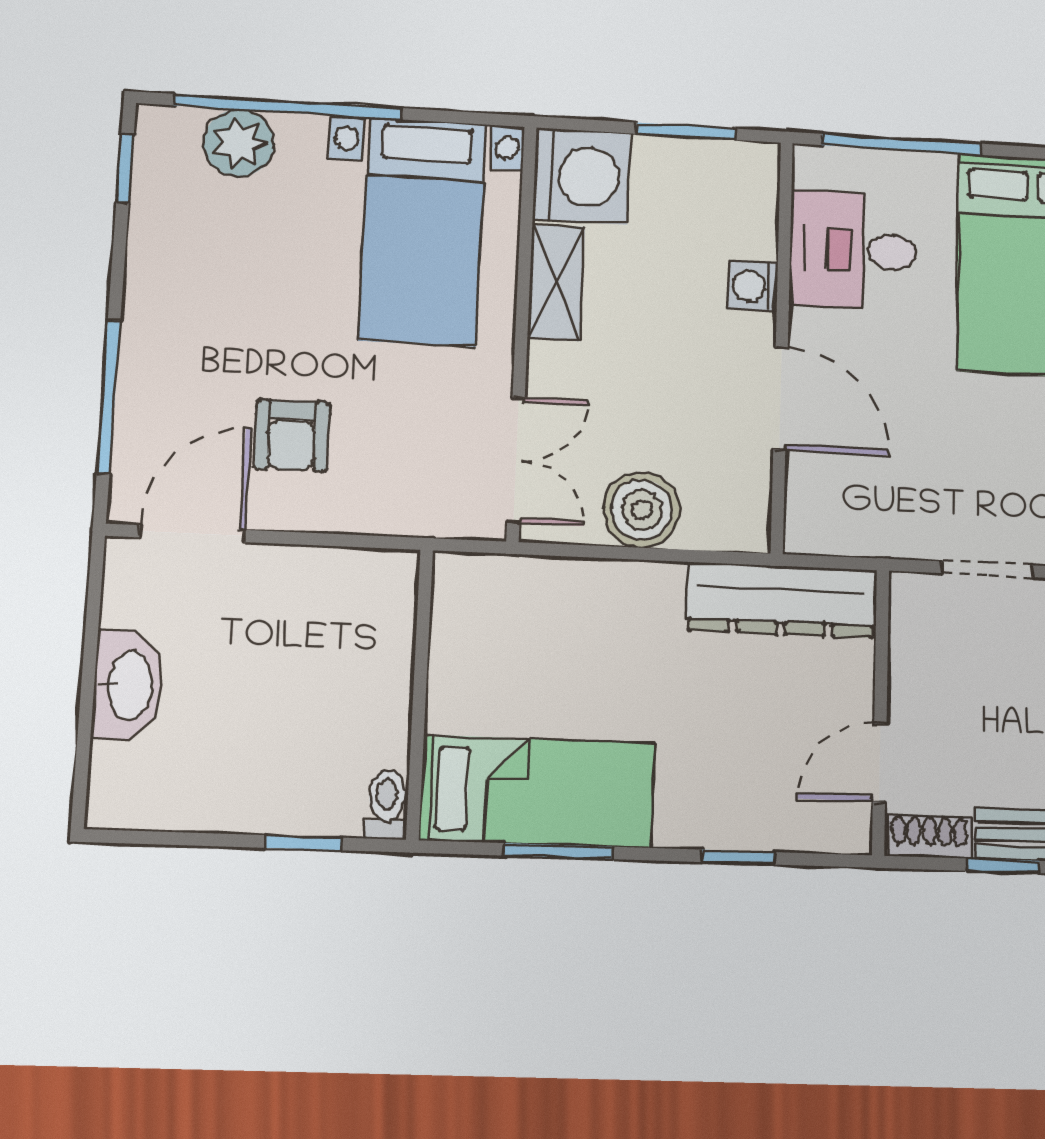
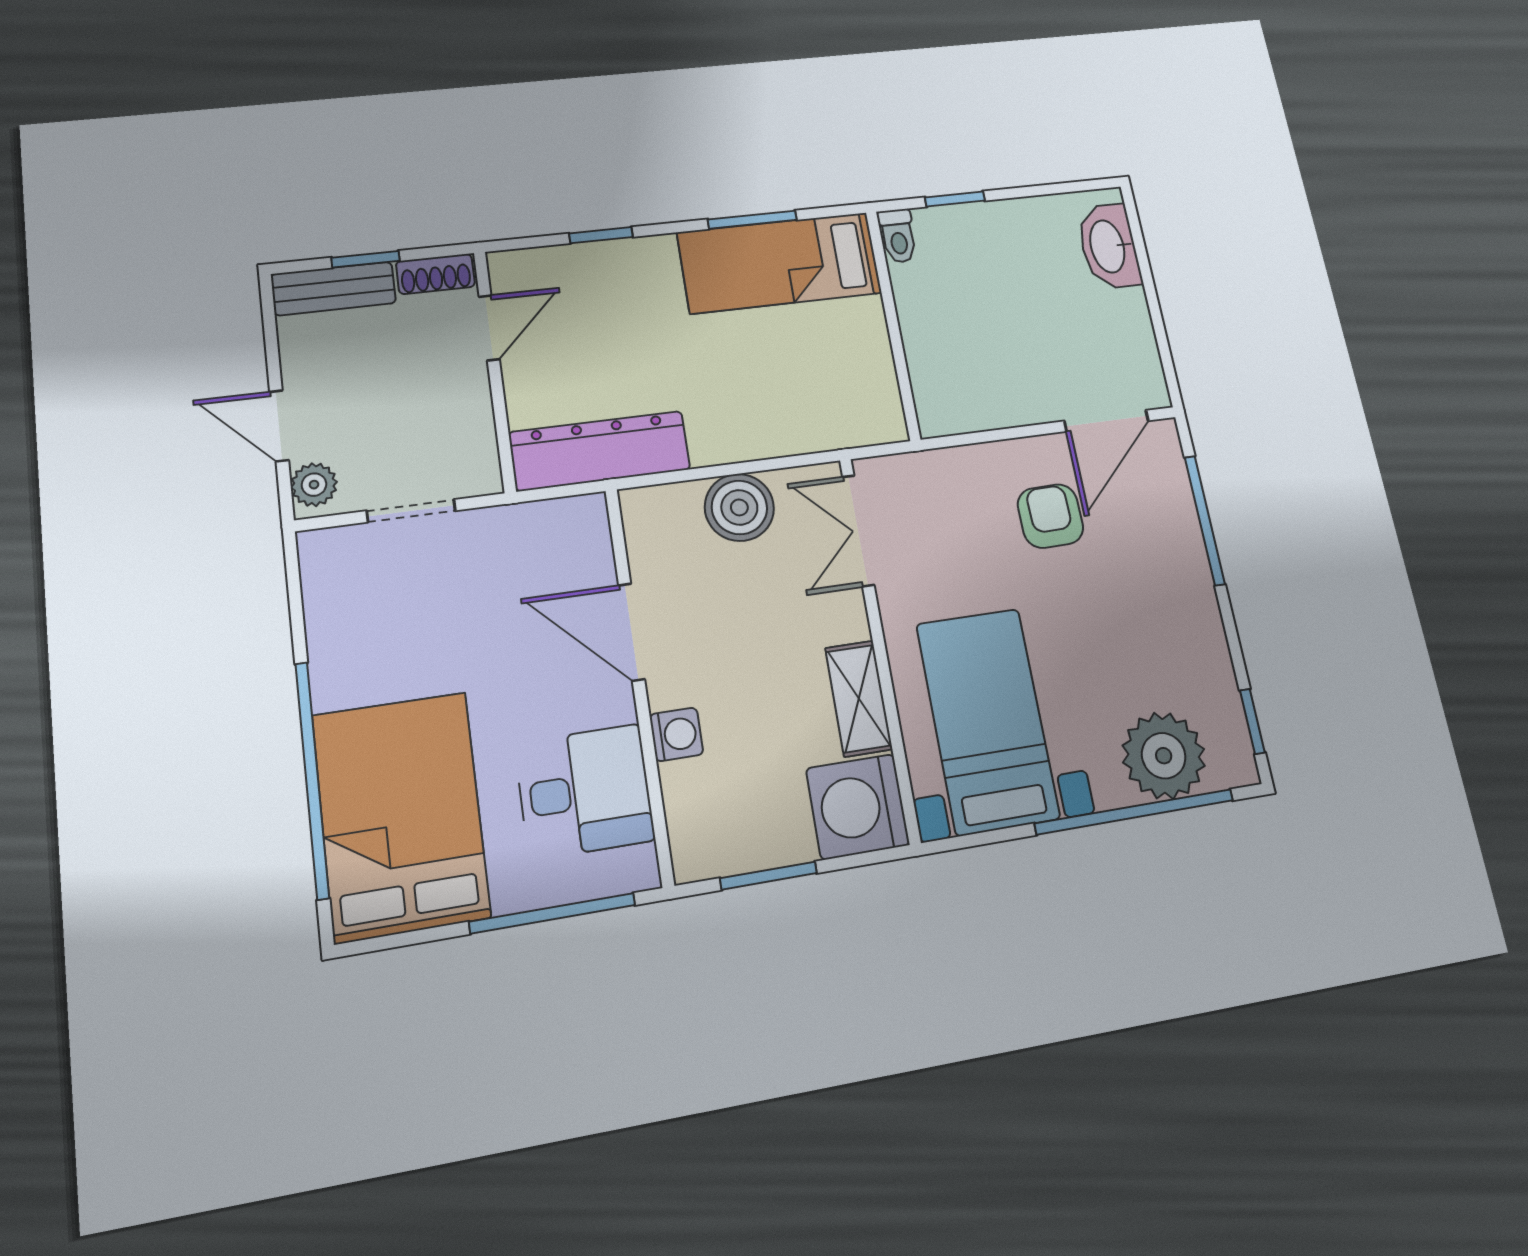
plant: (239, 143) -> (1164, 756), width x1.36, depth x1.36
washbasin: (128, 685) -> (1109, 246), moved

